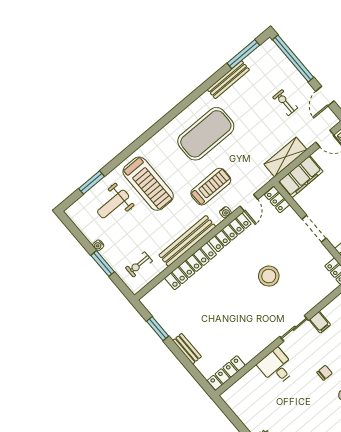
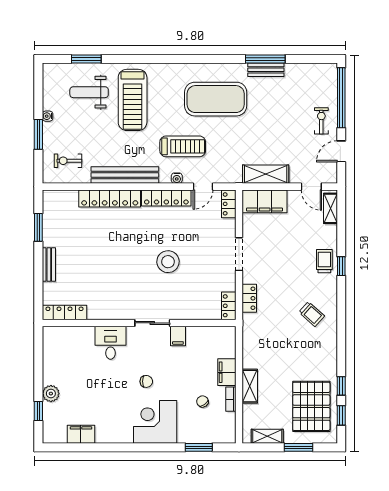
window: (243, 54) -> (265, 59), moved
bench: (228, 80) -> (266, 70), width x0.73
exercise bike: (285, 103) -> (321, 121), moved

